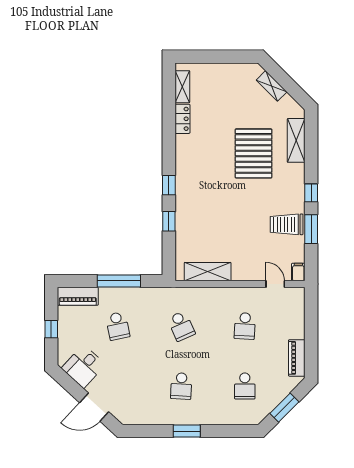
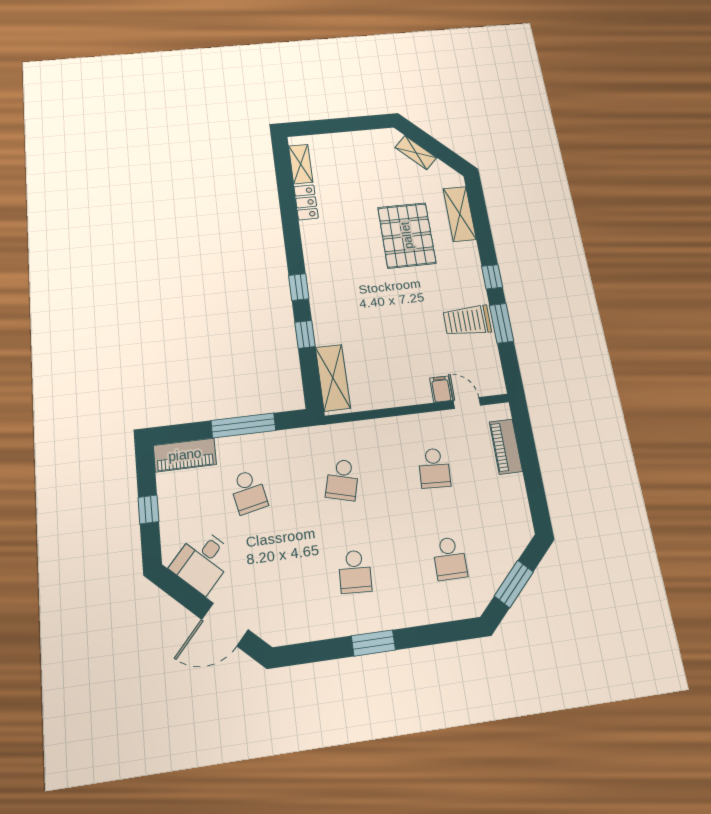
shelving: (208, 272) -> (333, 378), moved, turned 90
filing cabinet: (298, 272) -> (441, 389), moved
school desk: (181, 326) -> (342, 480), turned 39
piano: (297, 358) -> (506, 447), moved

